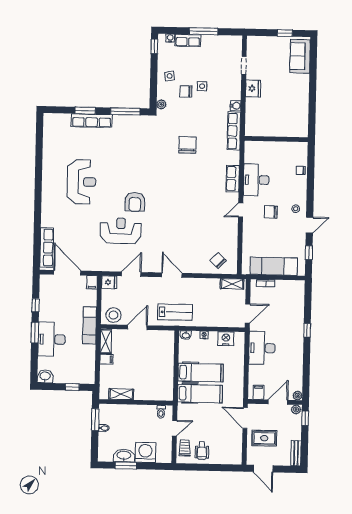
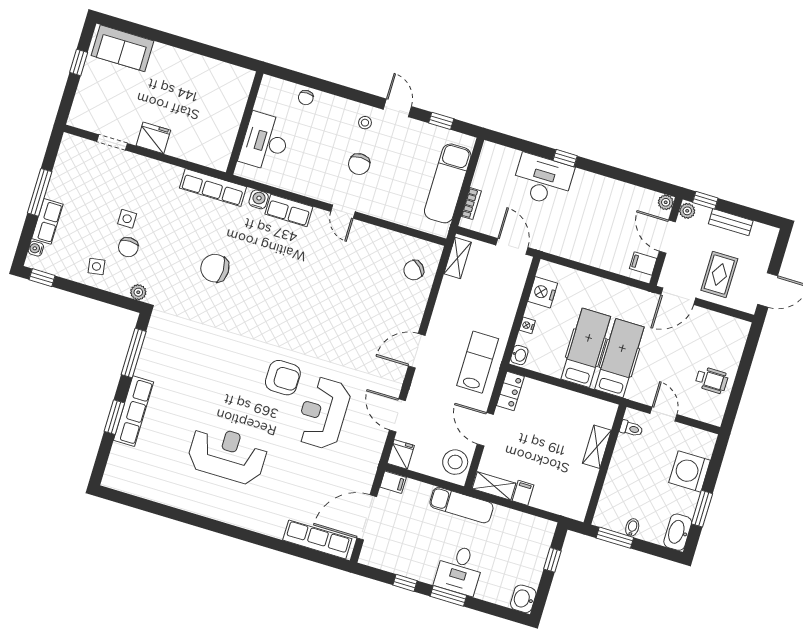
water cooler: (236, 106) -> (259, 199), moved
desk: (256, 180) -> (265, 142), moved, turned 90
locker: (163, 336) -> (510, 391), added
desk: (52, 339) -> (459, 570), width x0.73
desk: (262, 348) -> (543, 180), moved, turned 180
shelving: (121, 394) -> (597, 447), moved
trolley: (185, 448) -> (700, 407), removed
bench: (296, 453) -> (731, 222), moved
washbasin: (124, 456) -> (678, 532), moved

